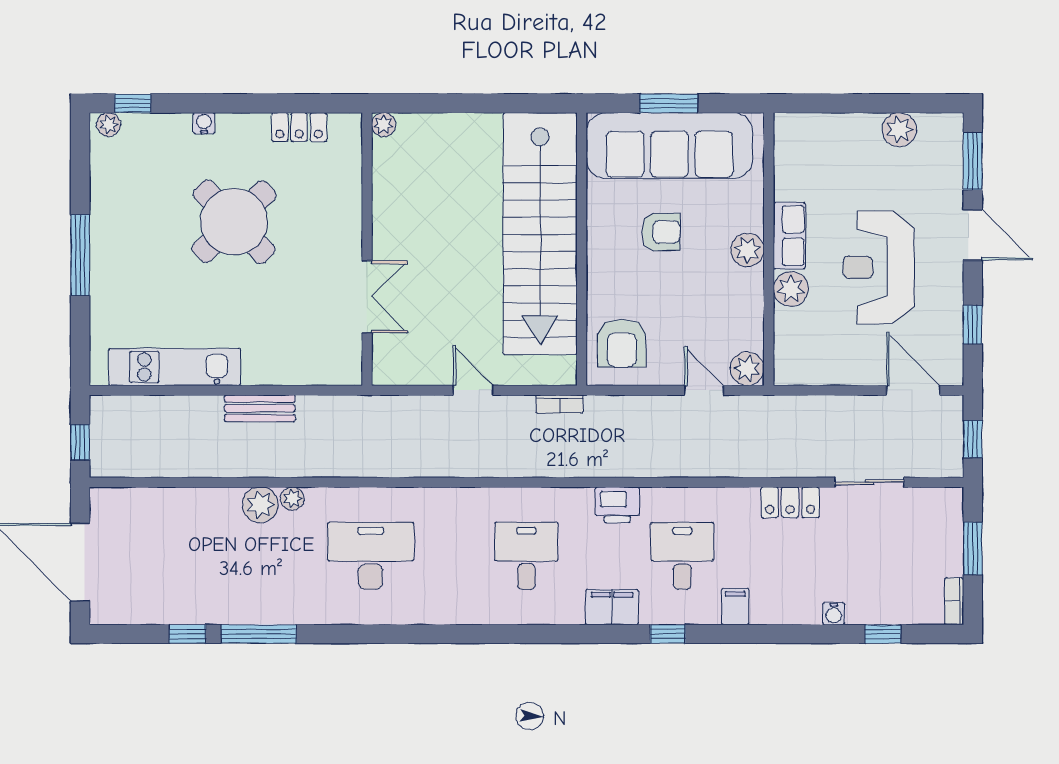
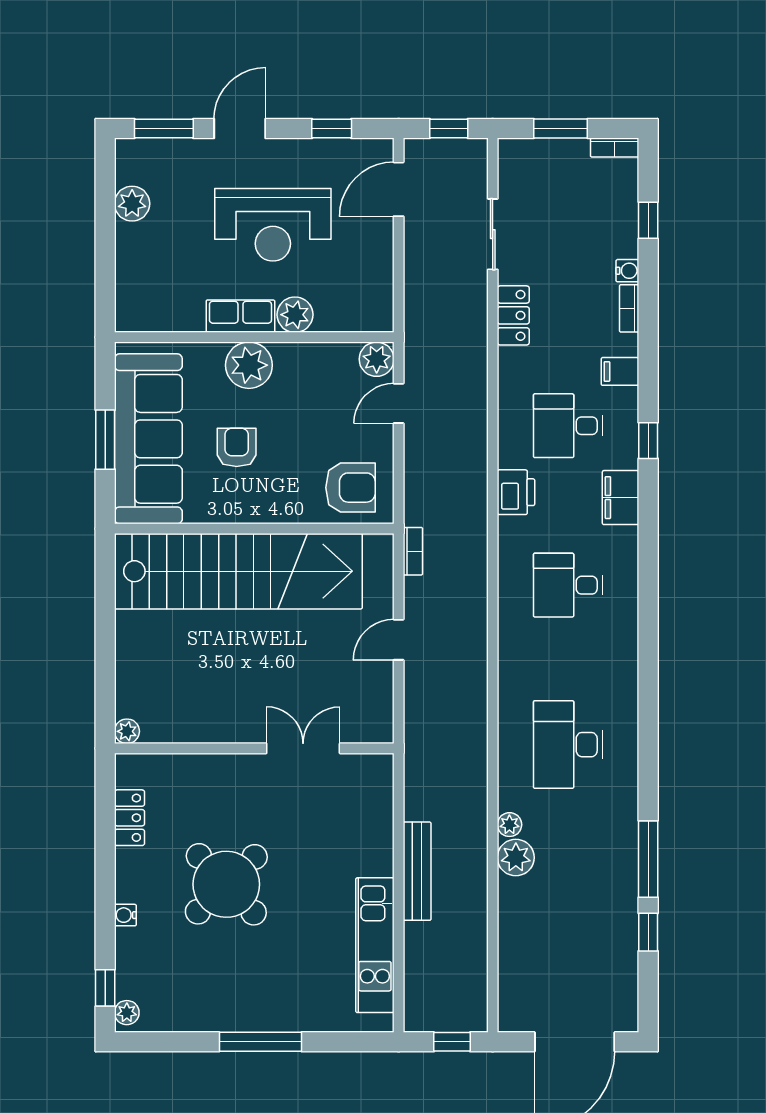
plant: (747, 250) -> (249, 365), width x1.36, depth x1.36
bench: (260, 408) -> (417, 871), width x1.36
bookcase: (797, 615) -> (629, 308), added

